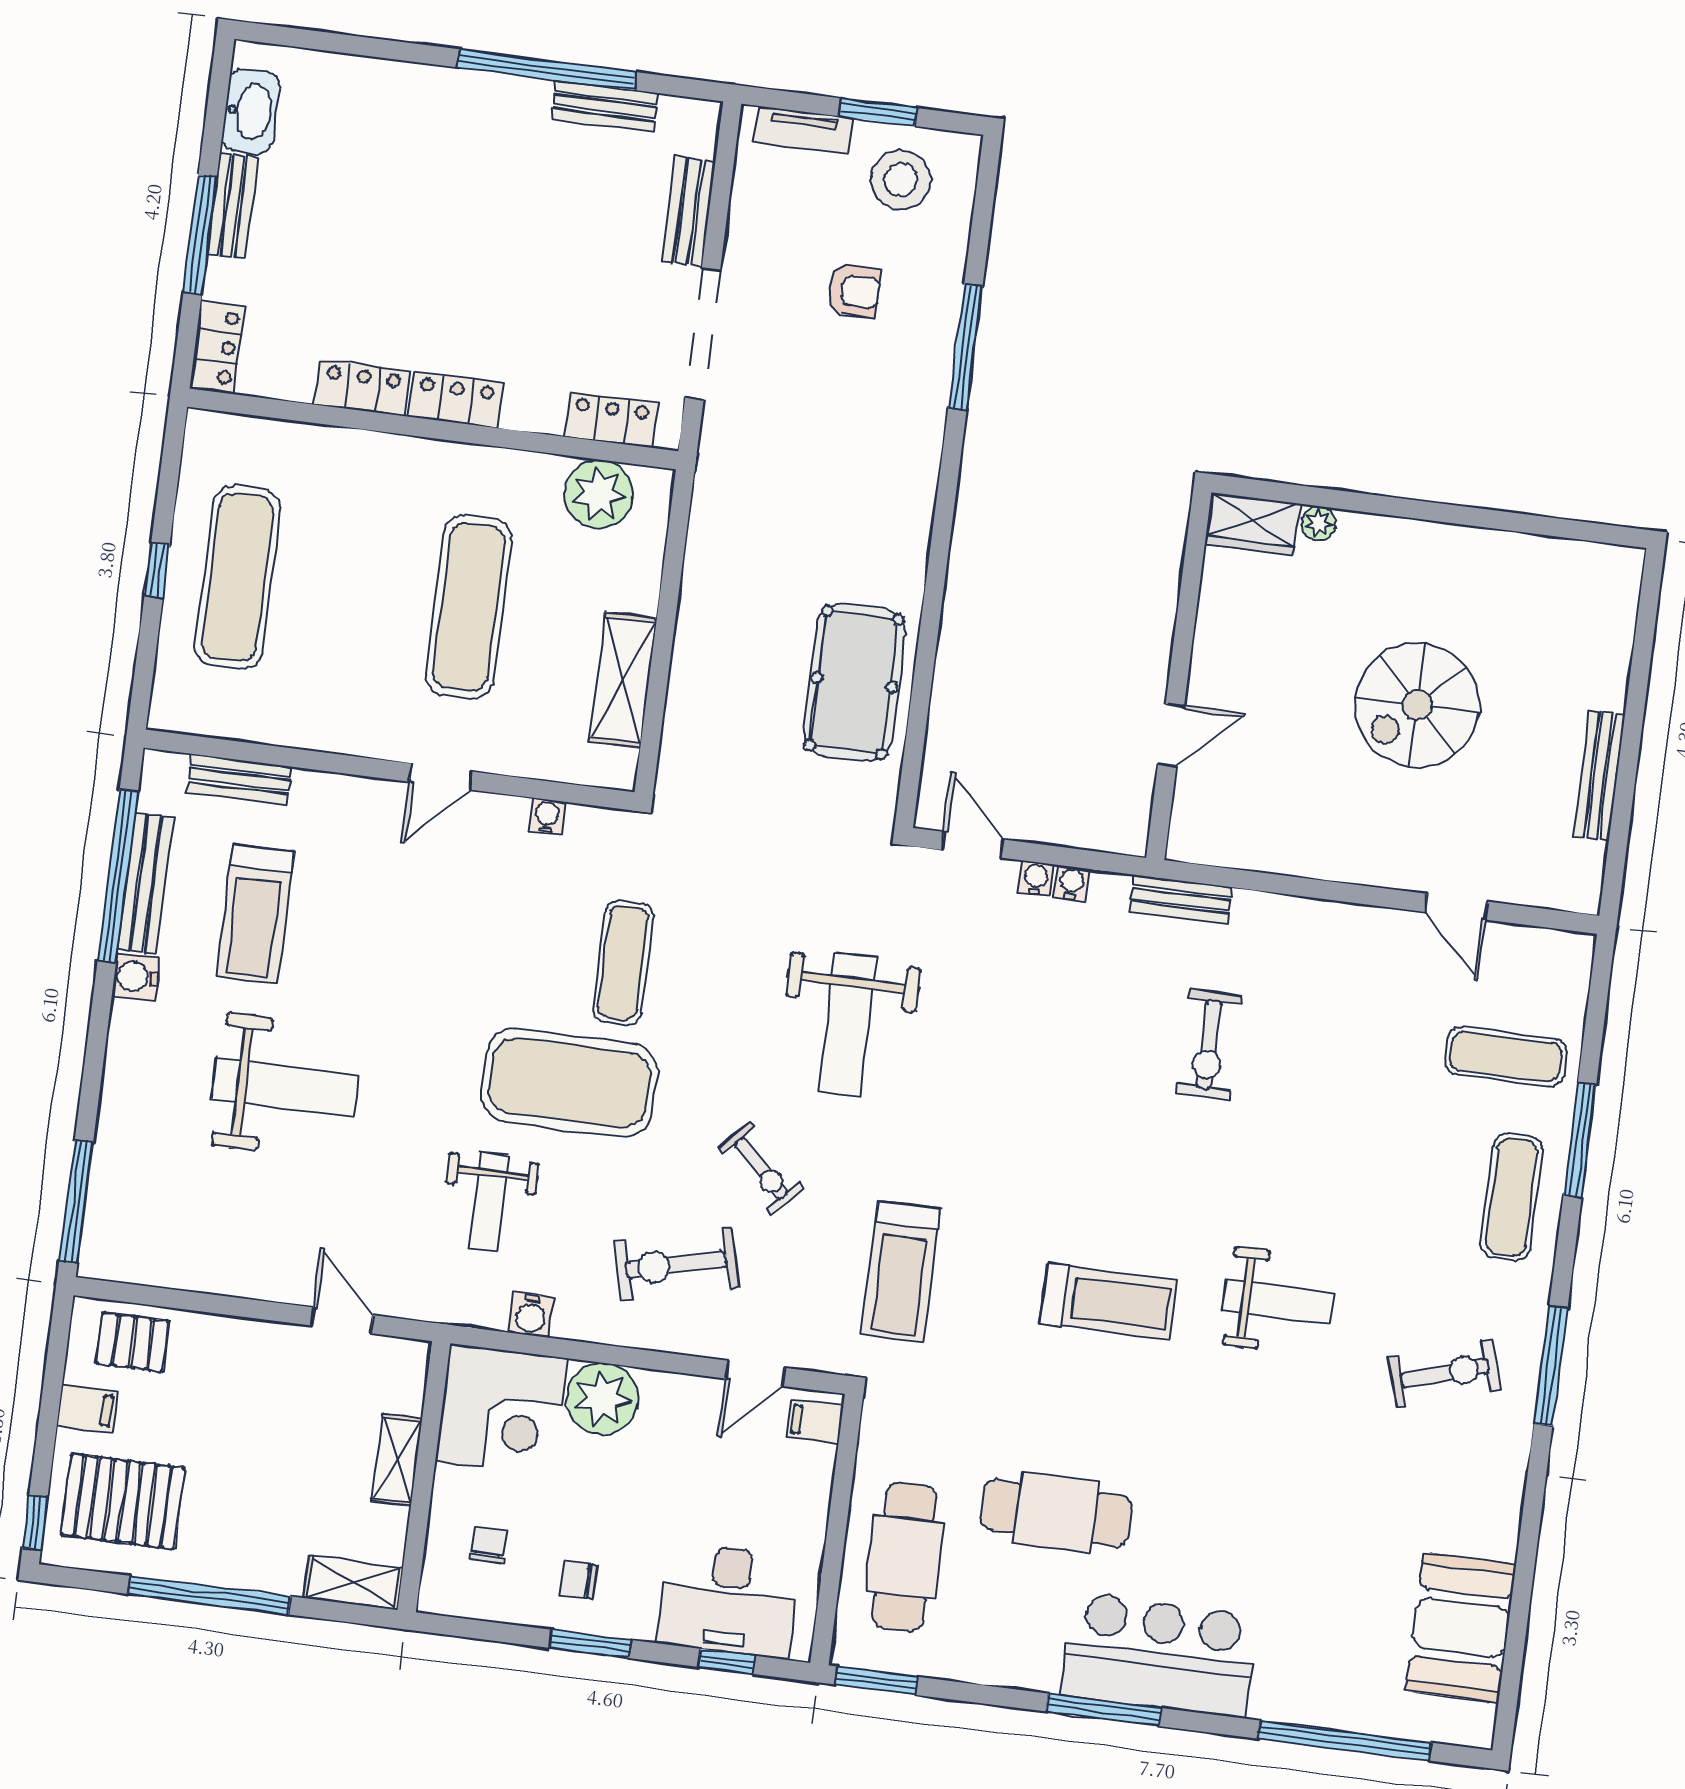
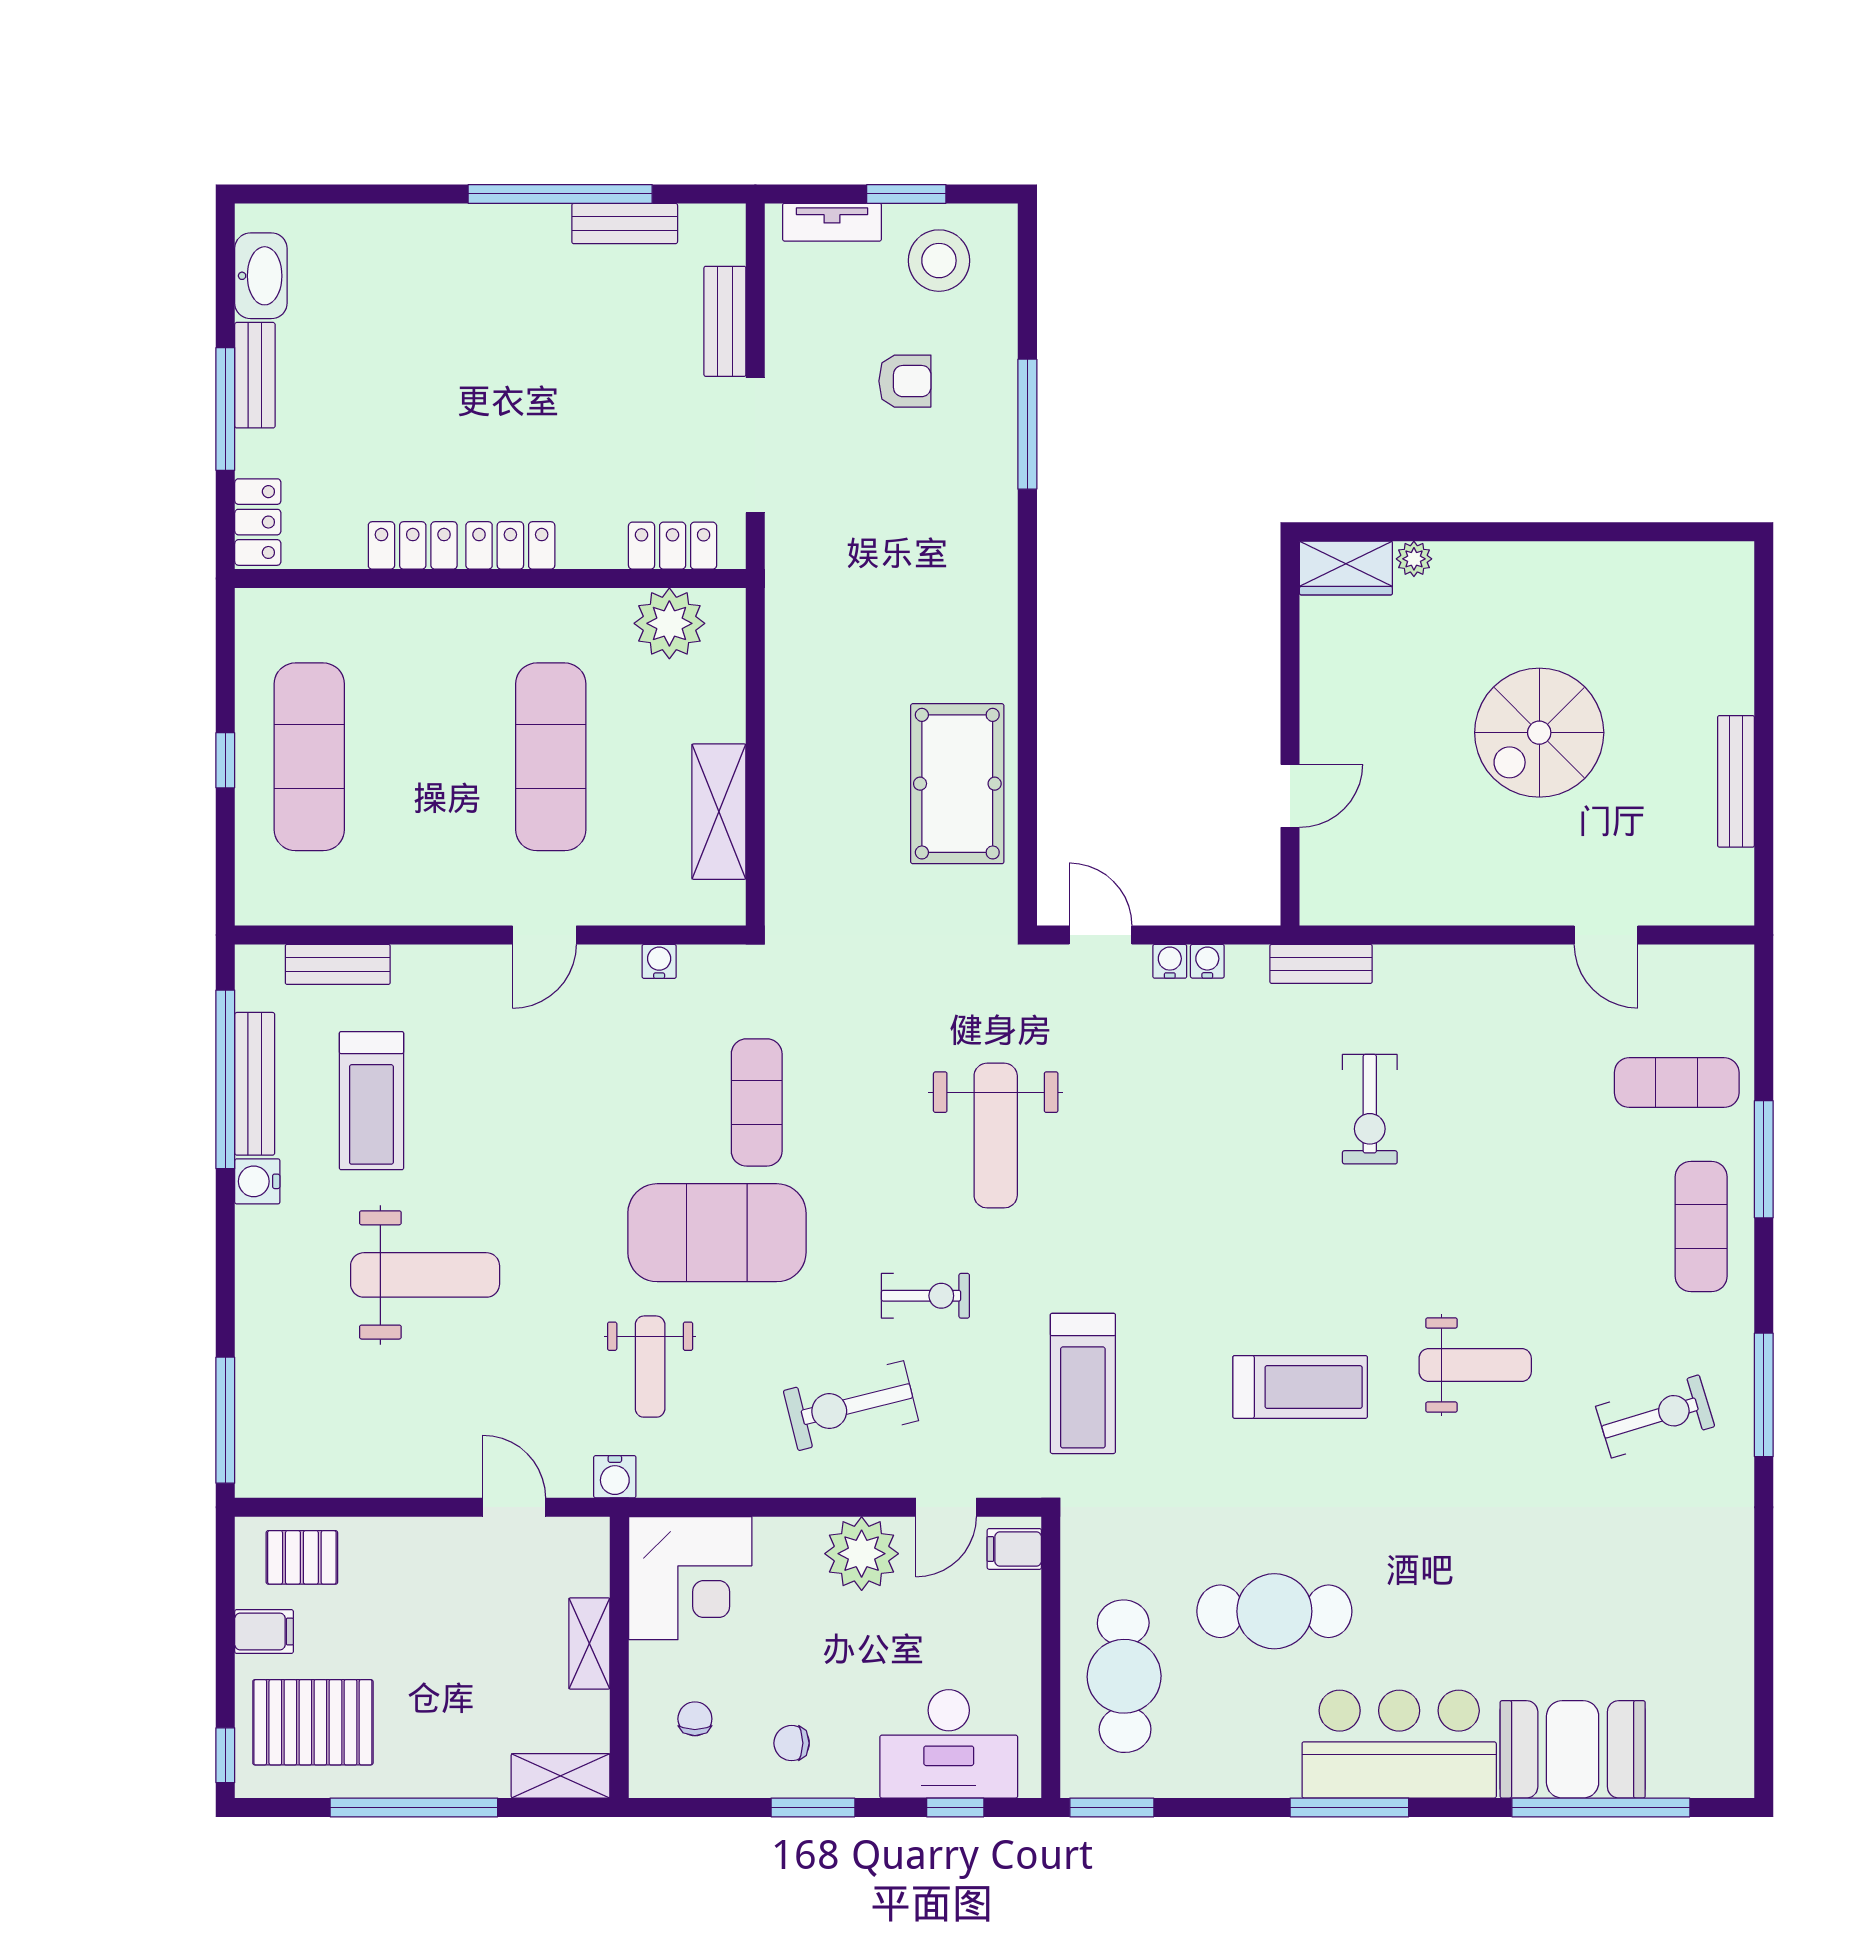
exercise bike: (761, 1168) -> (925, 1296), turned -44
water cooler: (531, 1315) -> (615, 1477), moved
plant: (602, 1399) -> (862, 1554), moved
booth: (1461, 1627) -> (1573, 1749), moved, turned 90

